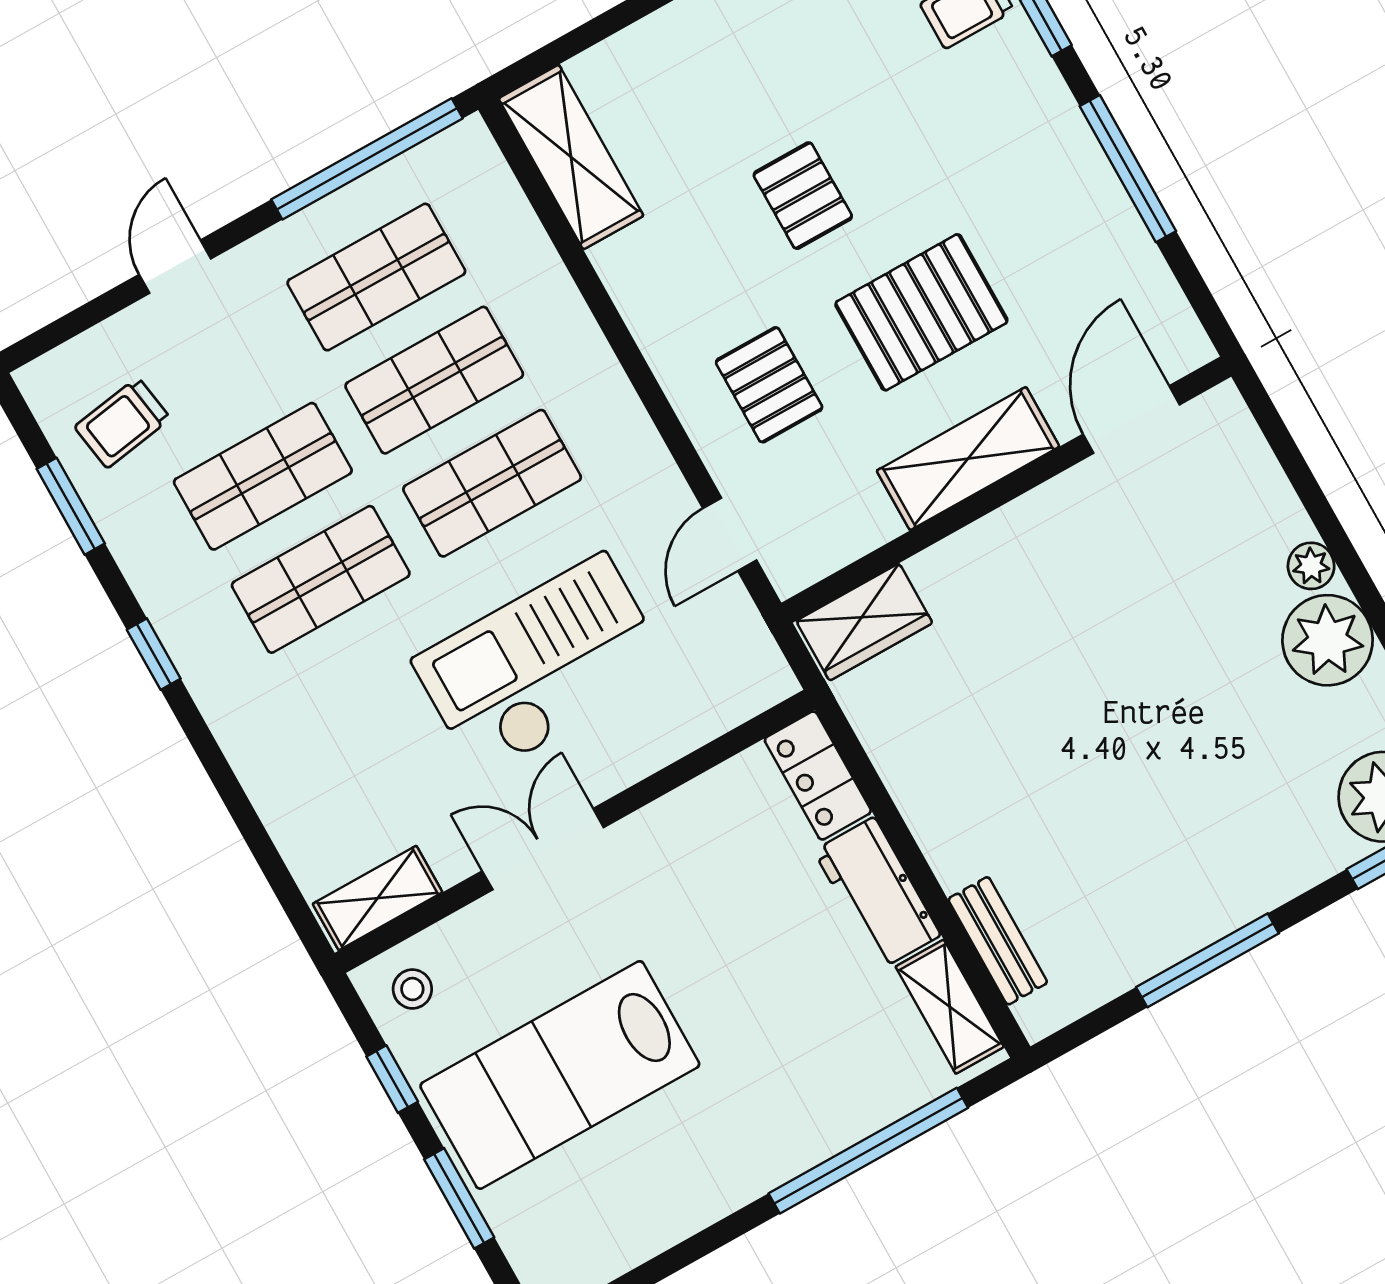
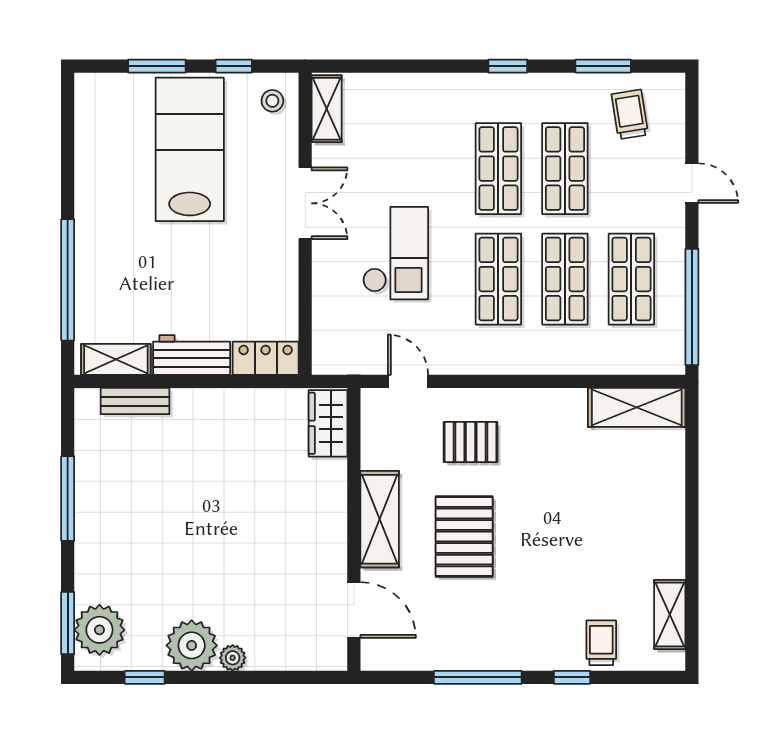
pallet: (803, 196) -> (554, 511), removed
checkout: (542, 666) -> (395, 253), width x0.73, depth x0.83

